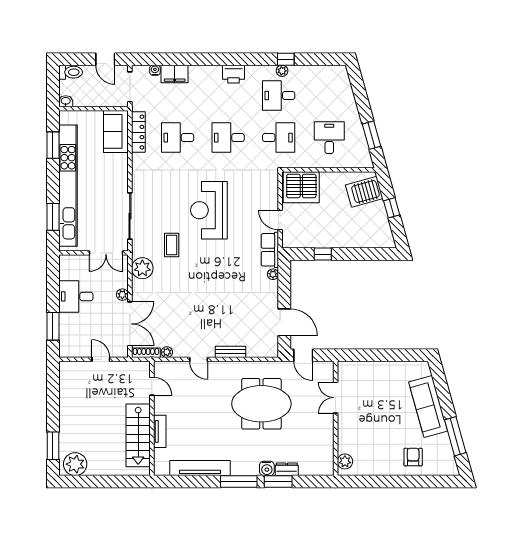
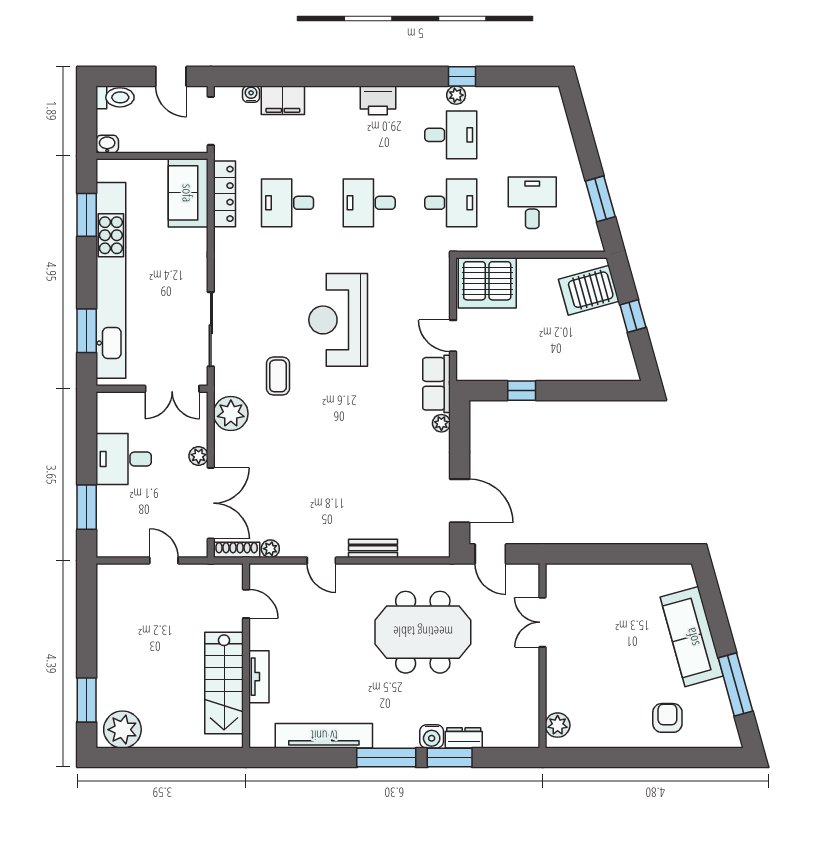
desk: (279, 95) -> (451, 135), turned 180

